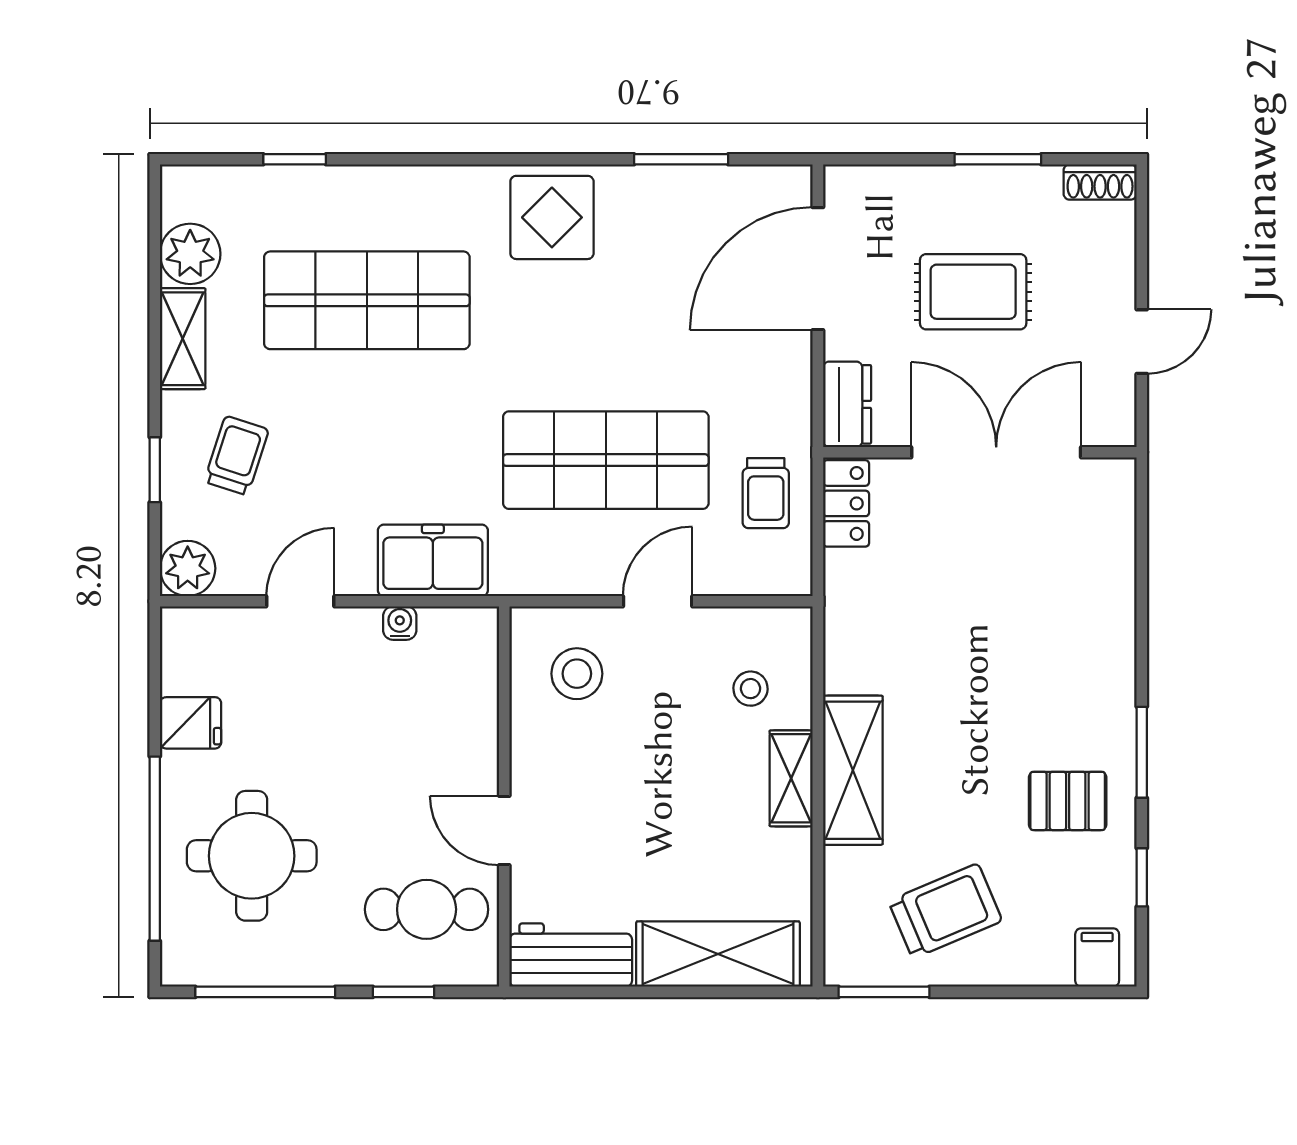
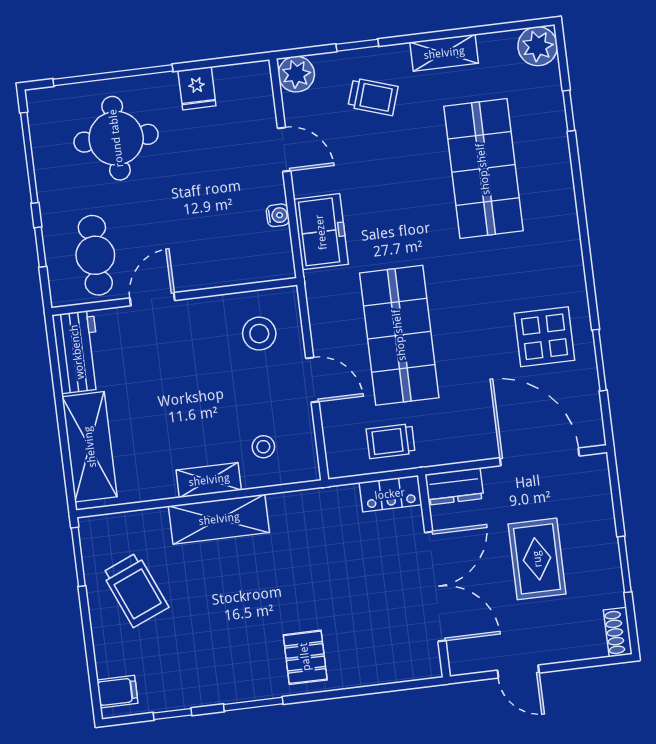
display table: (552, 217) -> (544, 337), moved
plant: (190, 254) -> (538, 46), moved
pallet: (1068, 801) -> (305, 657), moved

